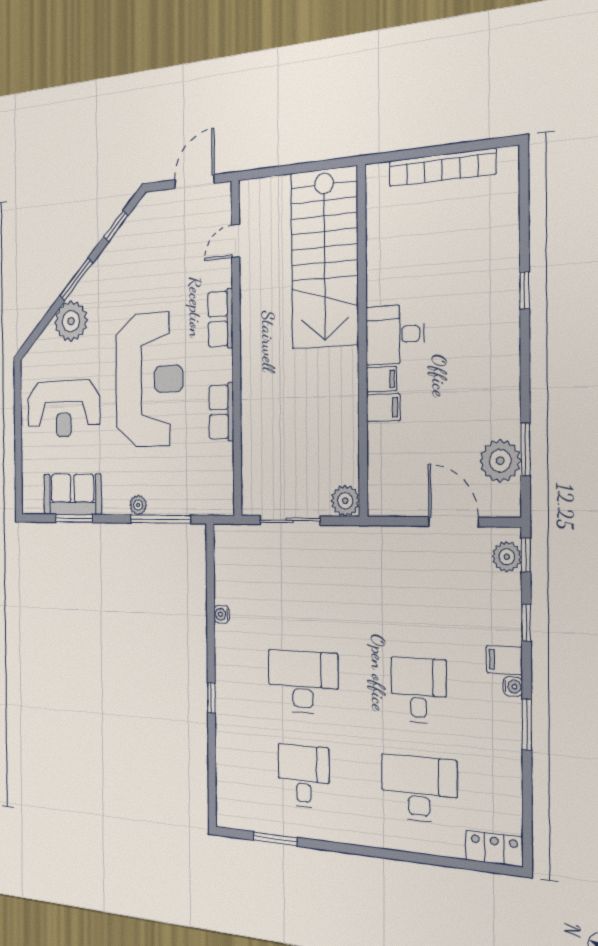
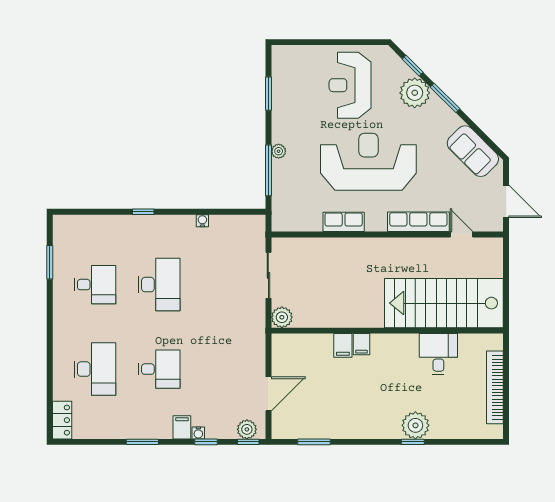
window: (116, 226) -> (413, 66), moved
row of seats: (220, 319) -> (418, 222), width x1.48
desk: (395, 335) -> (438, 354), moved
reception desk: (149, 380) -> (368, 162), turned 180
plant: (500, 461) -> (415, 425), moved
sofa: (72, 494) -> (473, 151), moved, turned 135
water cooler: (513, 687) -> (198, 433), moved

